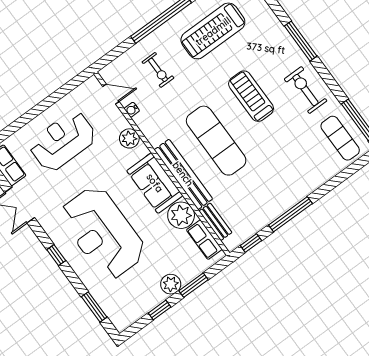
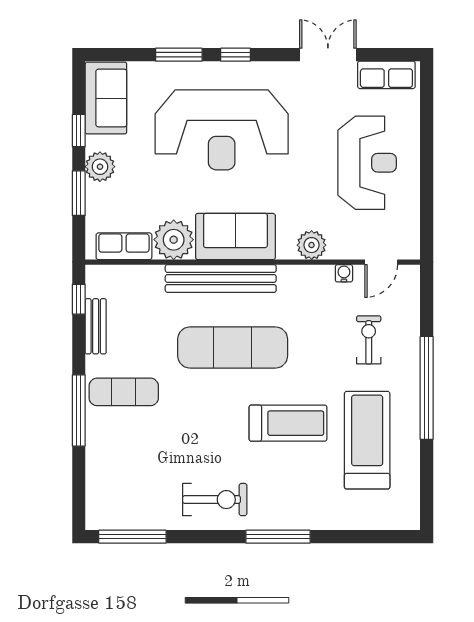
exercise bike: (158, 70) -> (369, 340), turned 90
treadmill: (251, 96) -> (288, 423), moved
exercise mat: (340, 138) -> (124, 392), moved
window: (290, 214) -> (79, 410), moved
bench: (215, 222) -> (96, 326), moved, turned 90
reception desk: (103, 233) -> (222, 130), turned 180
window: (94, 307) -> (179, 55), moved
sofa: (131, 308) -> (106, 98), added

